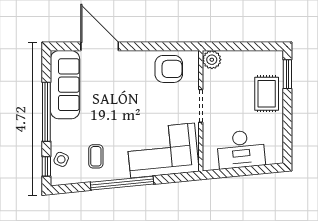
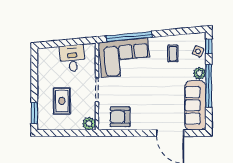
rug: (267, 94) -> (62, 101), moved
plant: (59, 129) -> (200, 73), added
desk: (241, 149) -> (72, 58), width x0.73
window: (122, 183) -> (129, 37), moved

